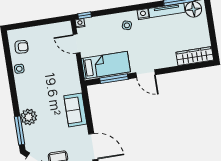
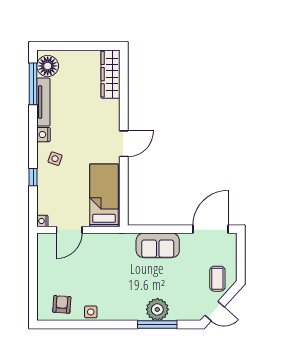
window: (85, 15) -> (33, 177), moved
window: (114, 79) -> (124, 187), removed
window: (20, 131) -> (157, 325), moved

